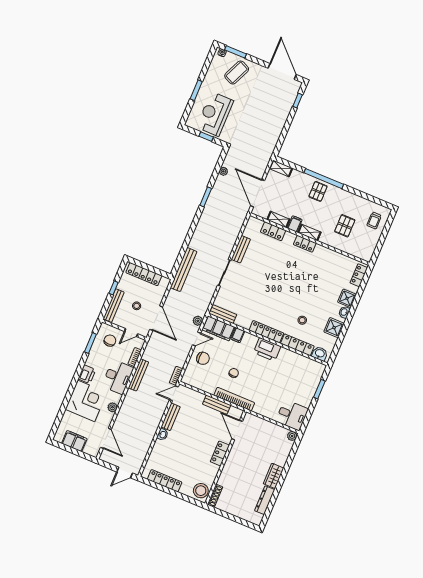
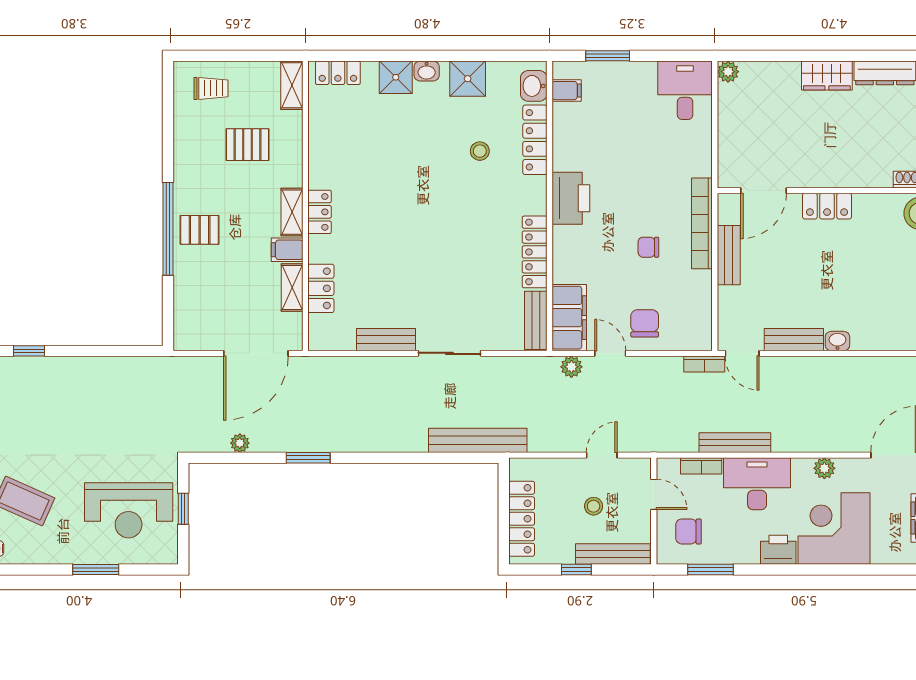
shelving: (281, 168) -> (292, 85), moved
door: (156, 318) -> (602, 455), width x0.53
locker: (266, 332) -> (535, 252), moved
filing cabinet: (238, 335) -> (567, 91), moved

